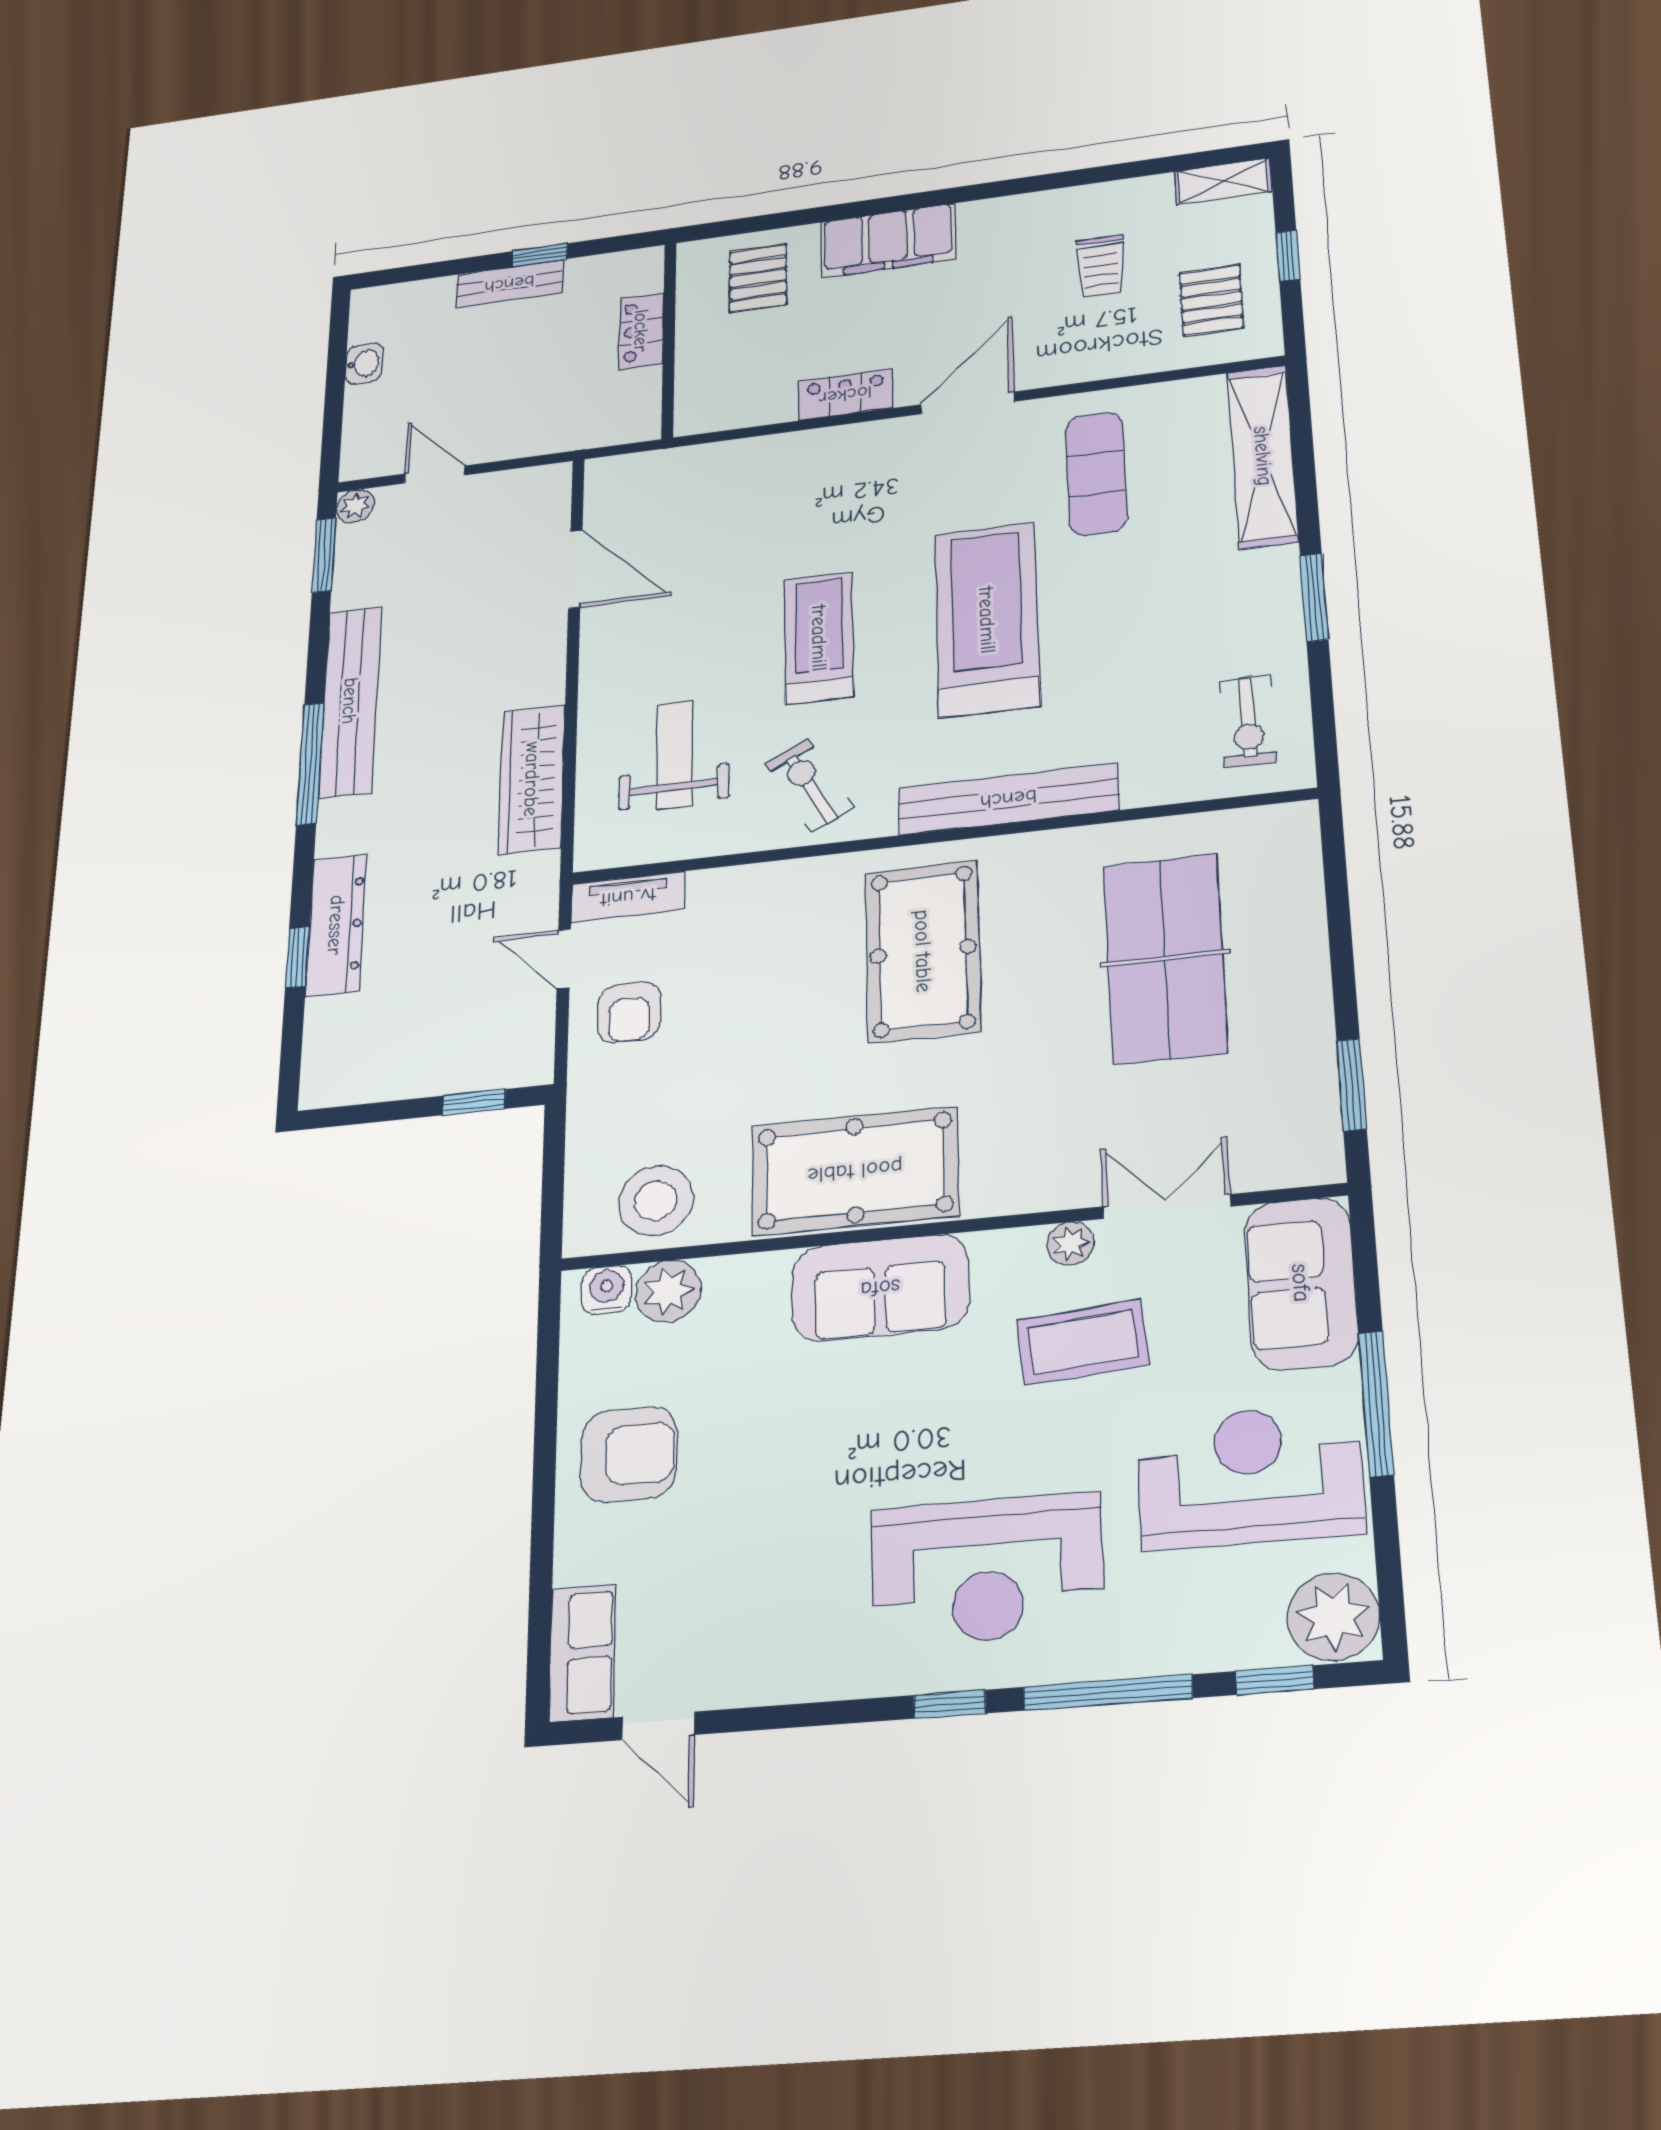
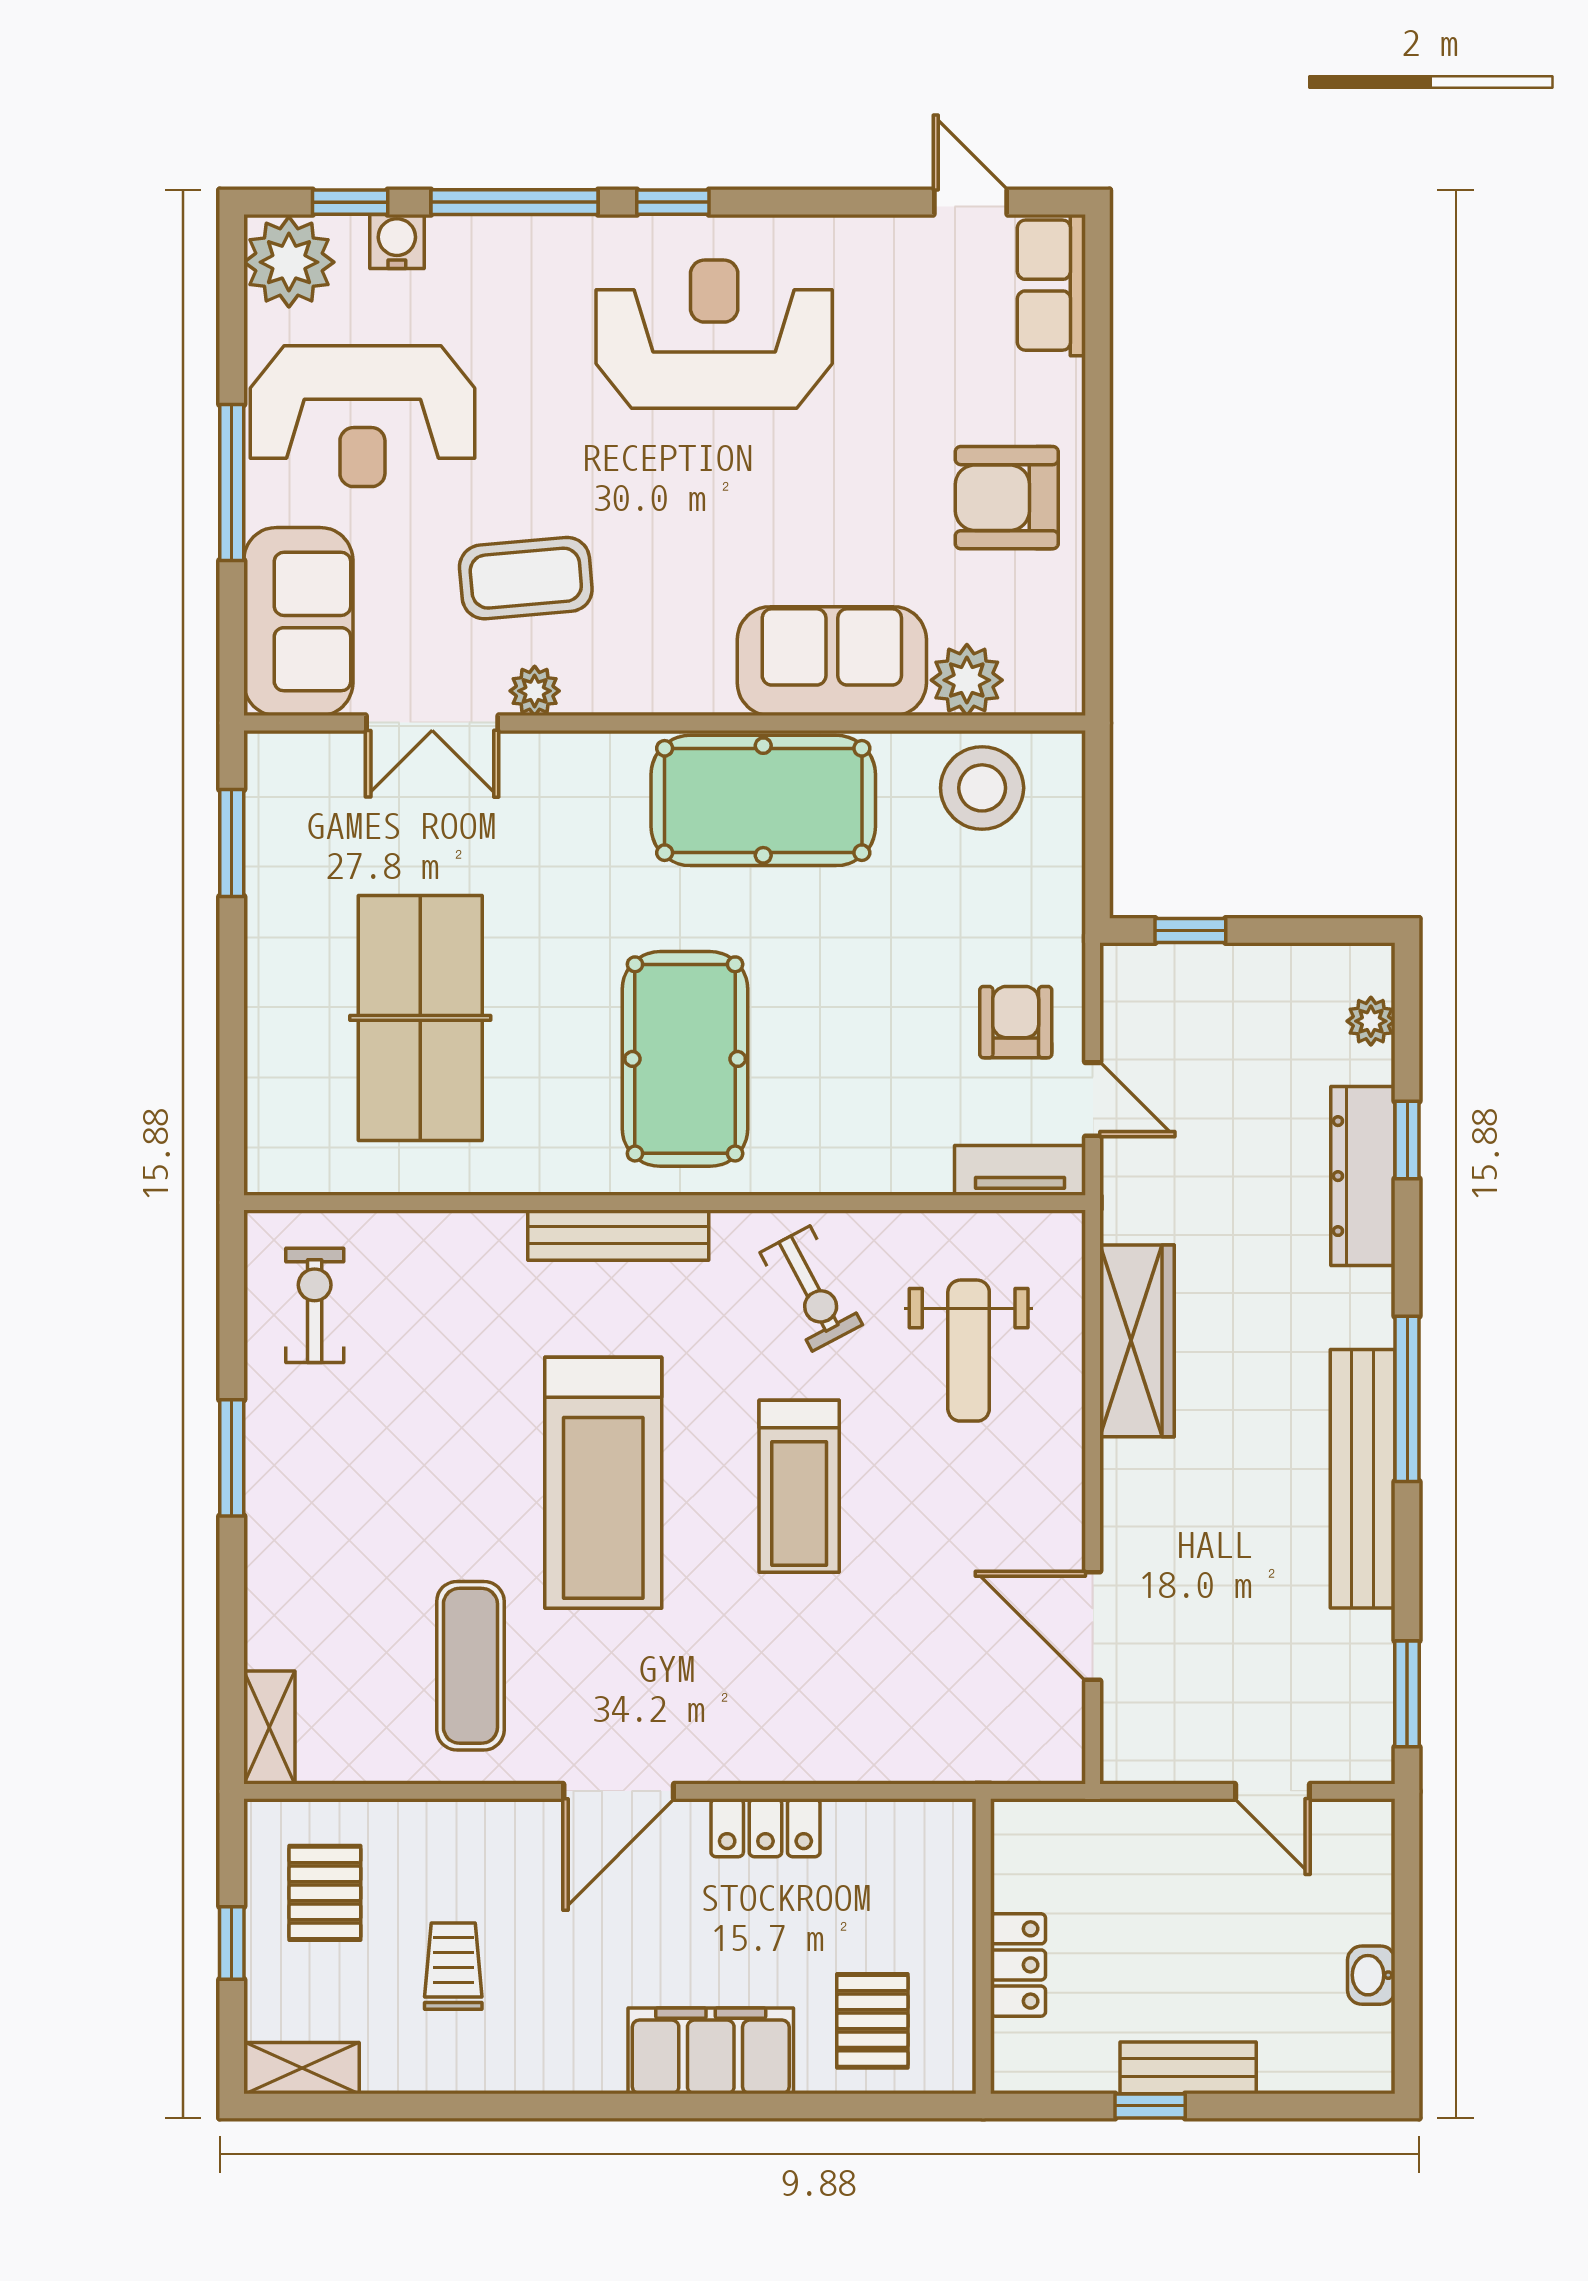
shelving: (1263, 456) -> (269, 1728), width x0.45, depth x0.75
plant: (355, 506) -> (1371, 1021), moved
bench: (1008, 799) -> (618, 1235), width x0.73, depth x0.82
sofa: (880, 1288) -> (832, 661), moved
water cooler: (607, 1290) -> (397, 241), moved, turned 180
reception desk: (987, 1569) -> (714, 334), moved

